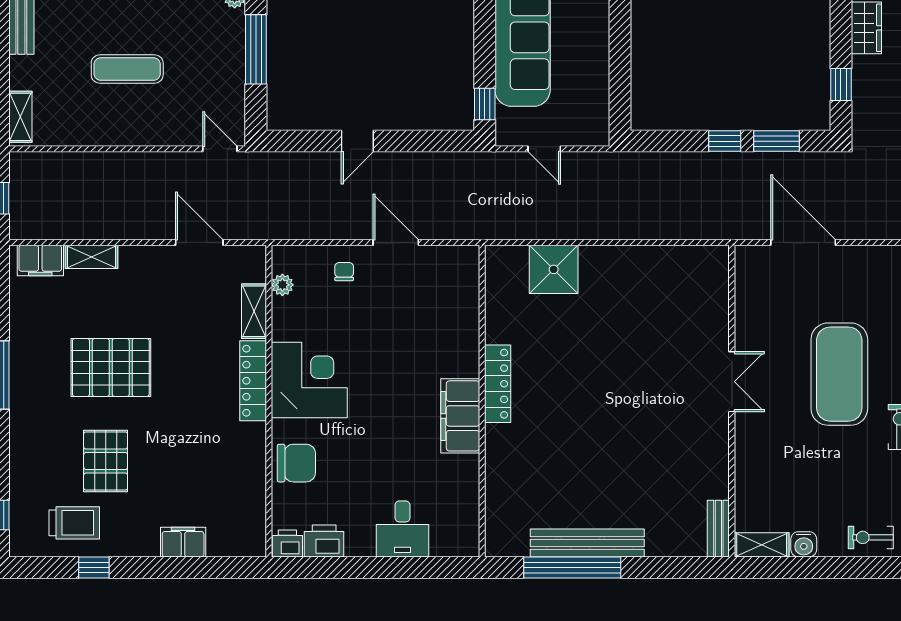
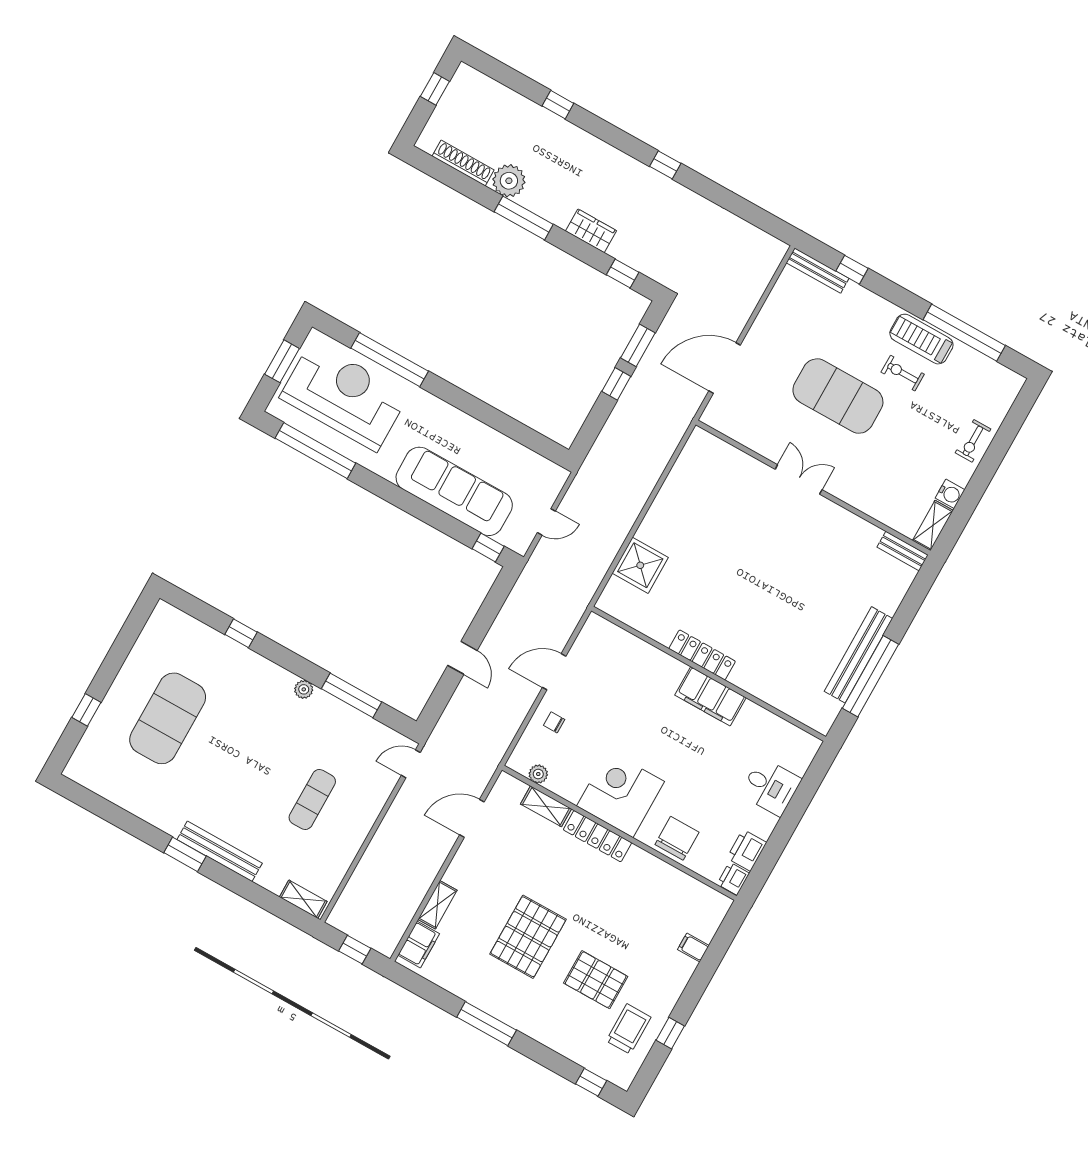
filing cabinet: (183, 542) -> (693, 948), width x0.50

